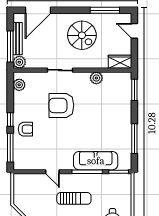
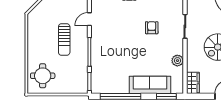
armchair: (61, 105) -> (152, 28), width x0.53, depth x0.53
window: (134, 139) -> (120, 96), width x1.46
sofa: (96, 161) -> (150, 85), moved, turned -90

